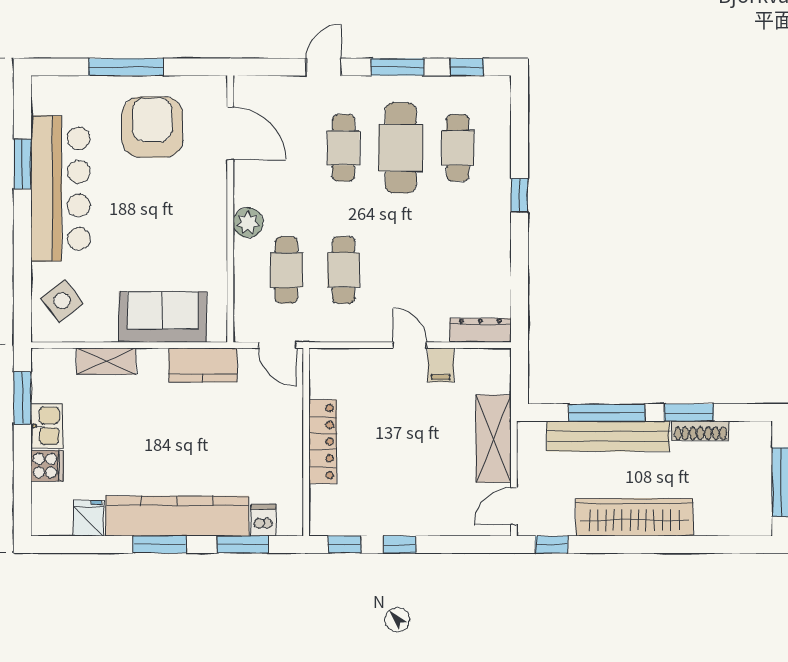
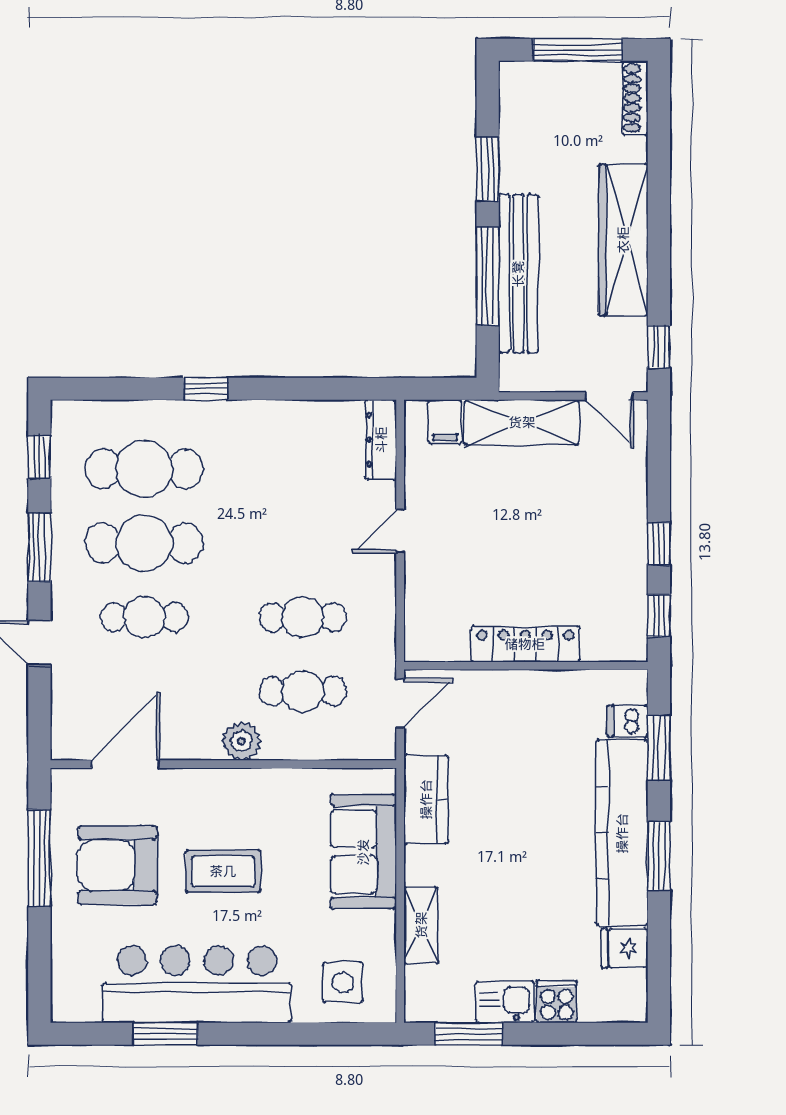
window: (126, 67) -> (39, 858), moved
cafe table: (458, 148) -> (144, 469), width x1.37, depth x1.35
coffee table: (148, 209) -> (223, 871), added
side table: (62, 301) -> (343, 982), turned 38
filing cabinet: (441, 365) -> (445, 422), moved, turned 90
shoe rack: (700, 431) -> (635, 98), moved, turned 180

